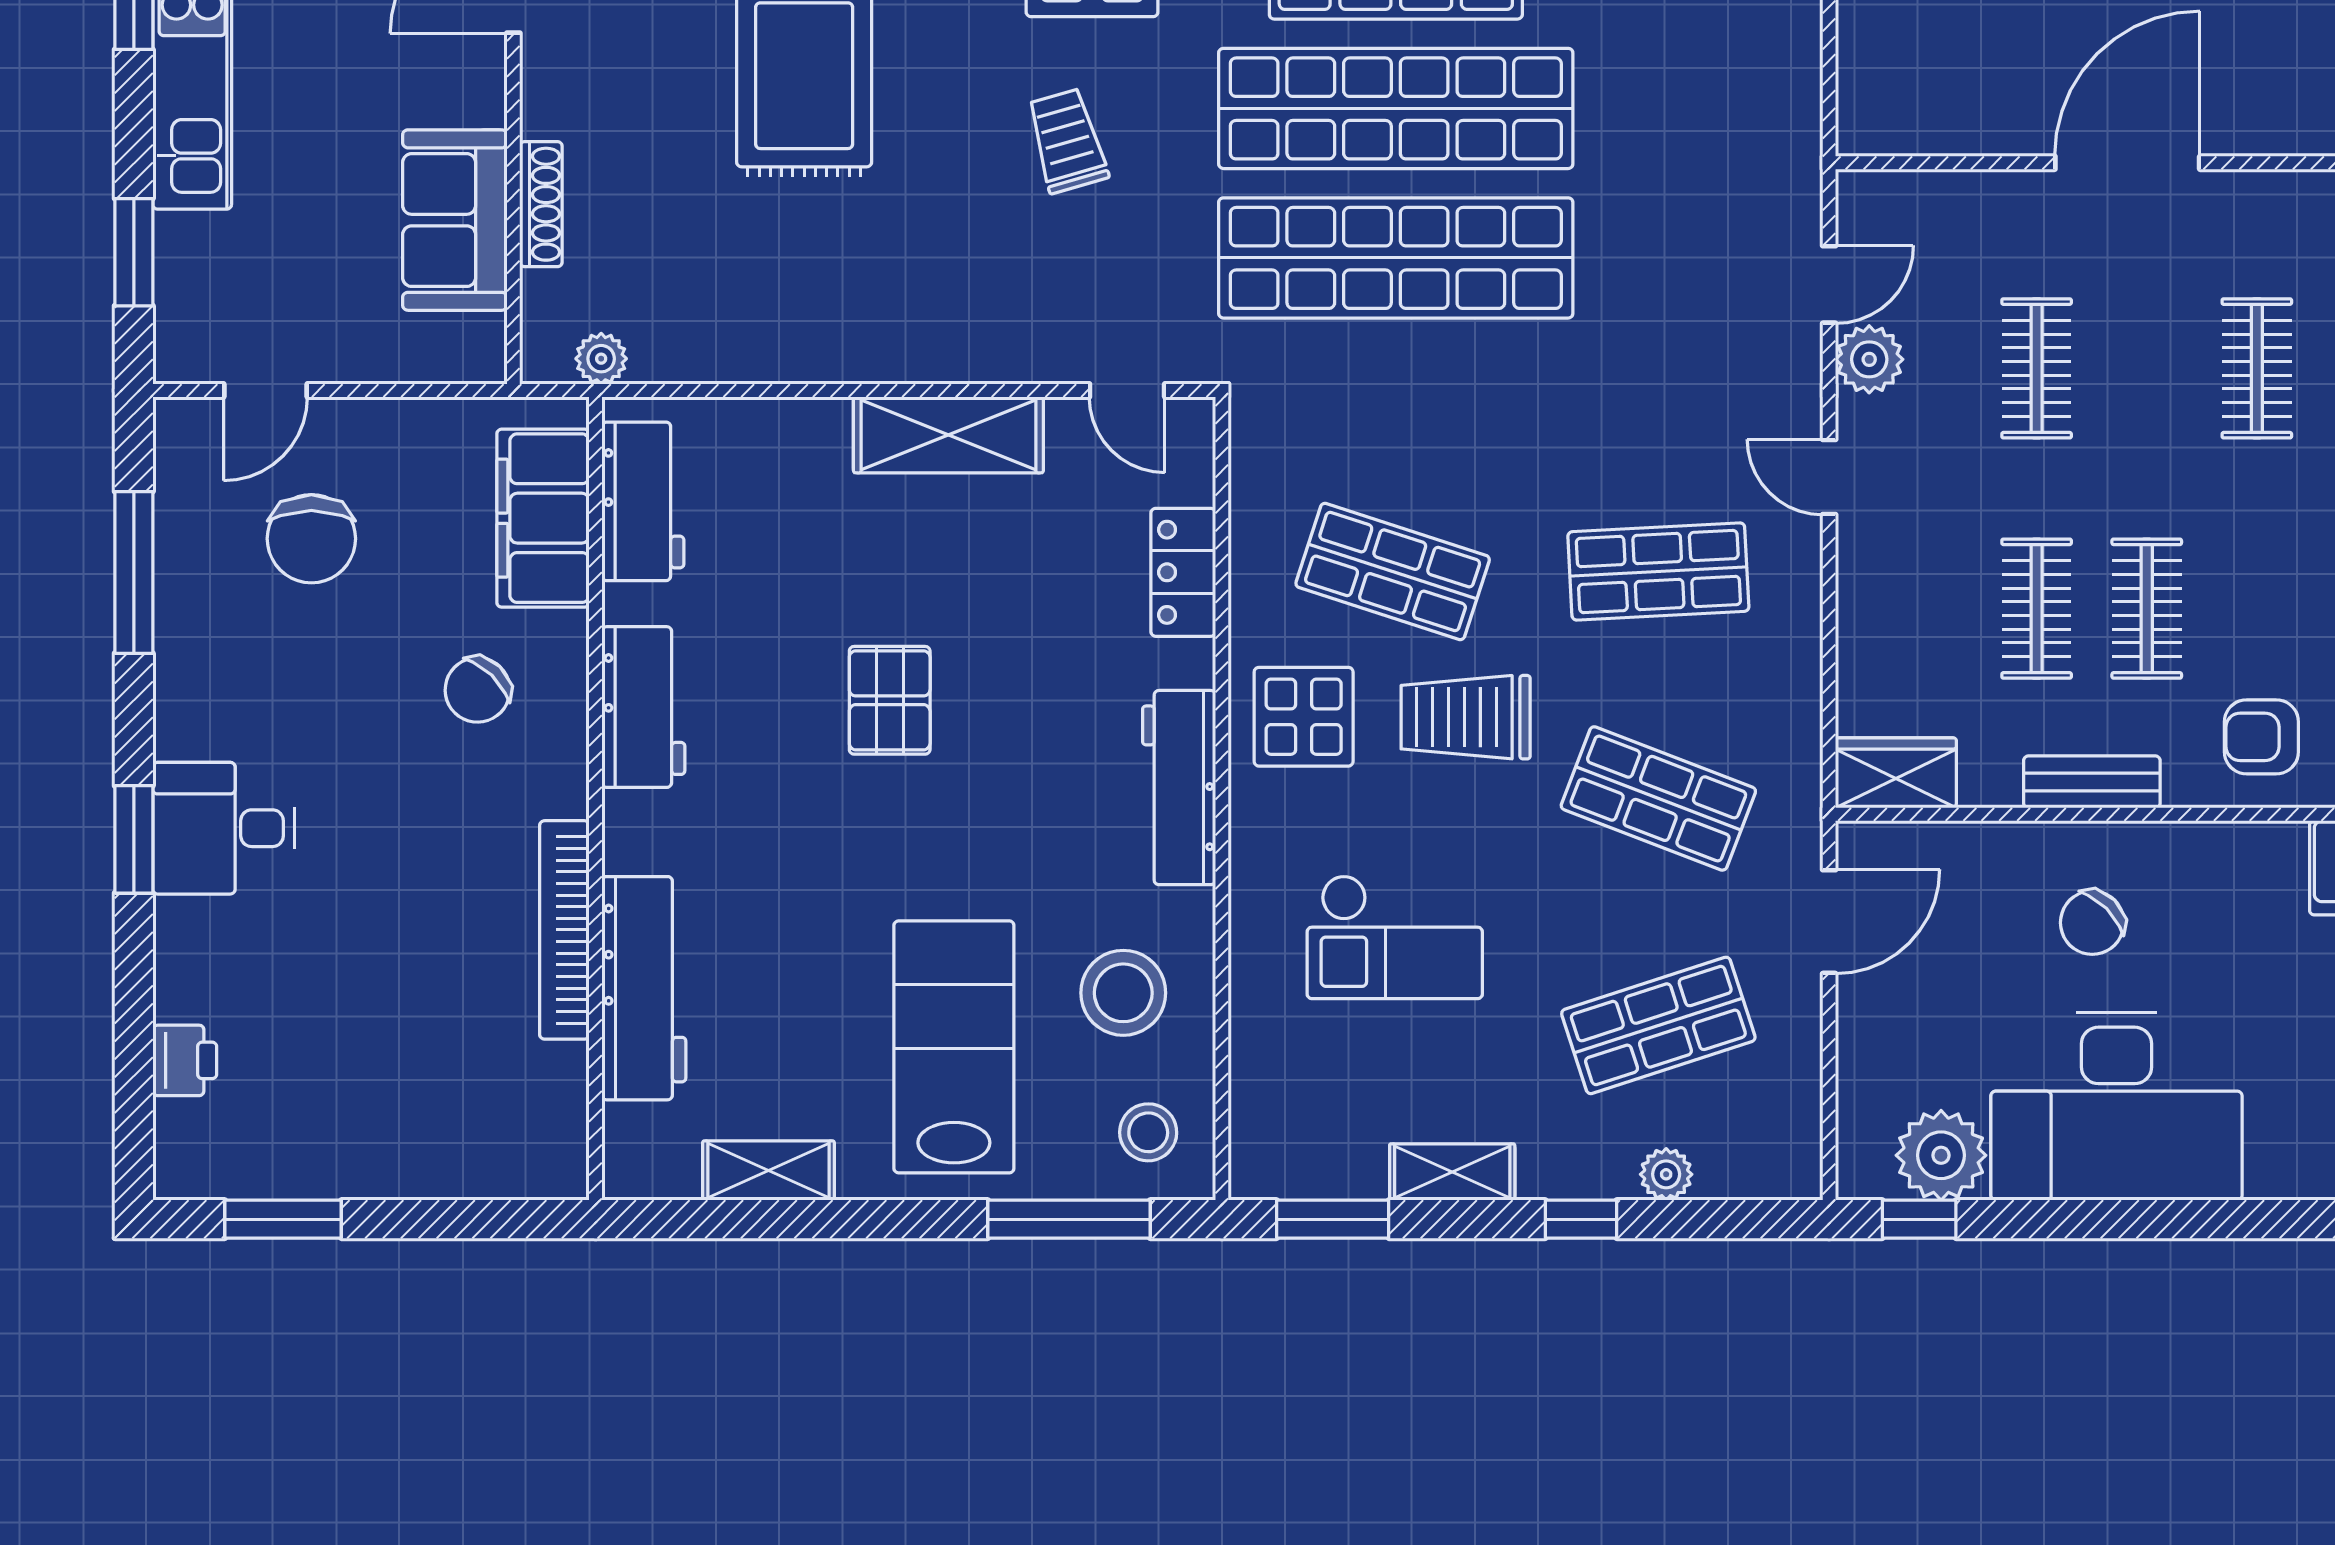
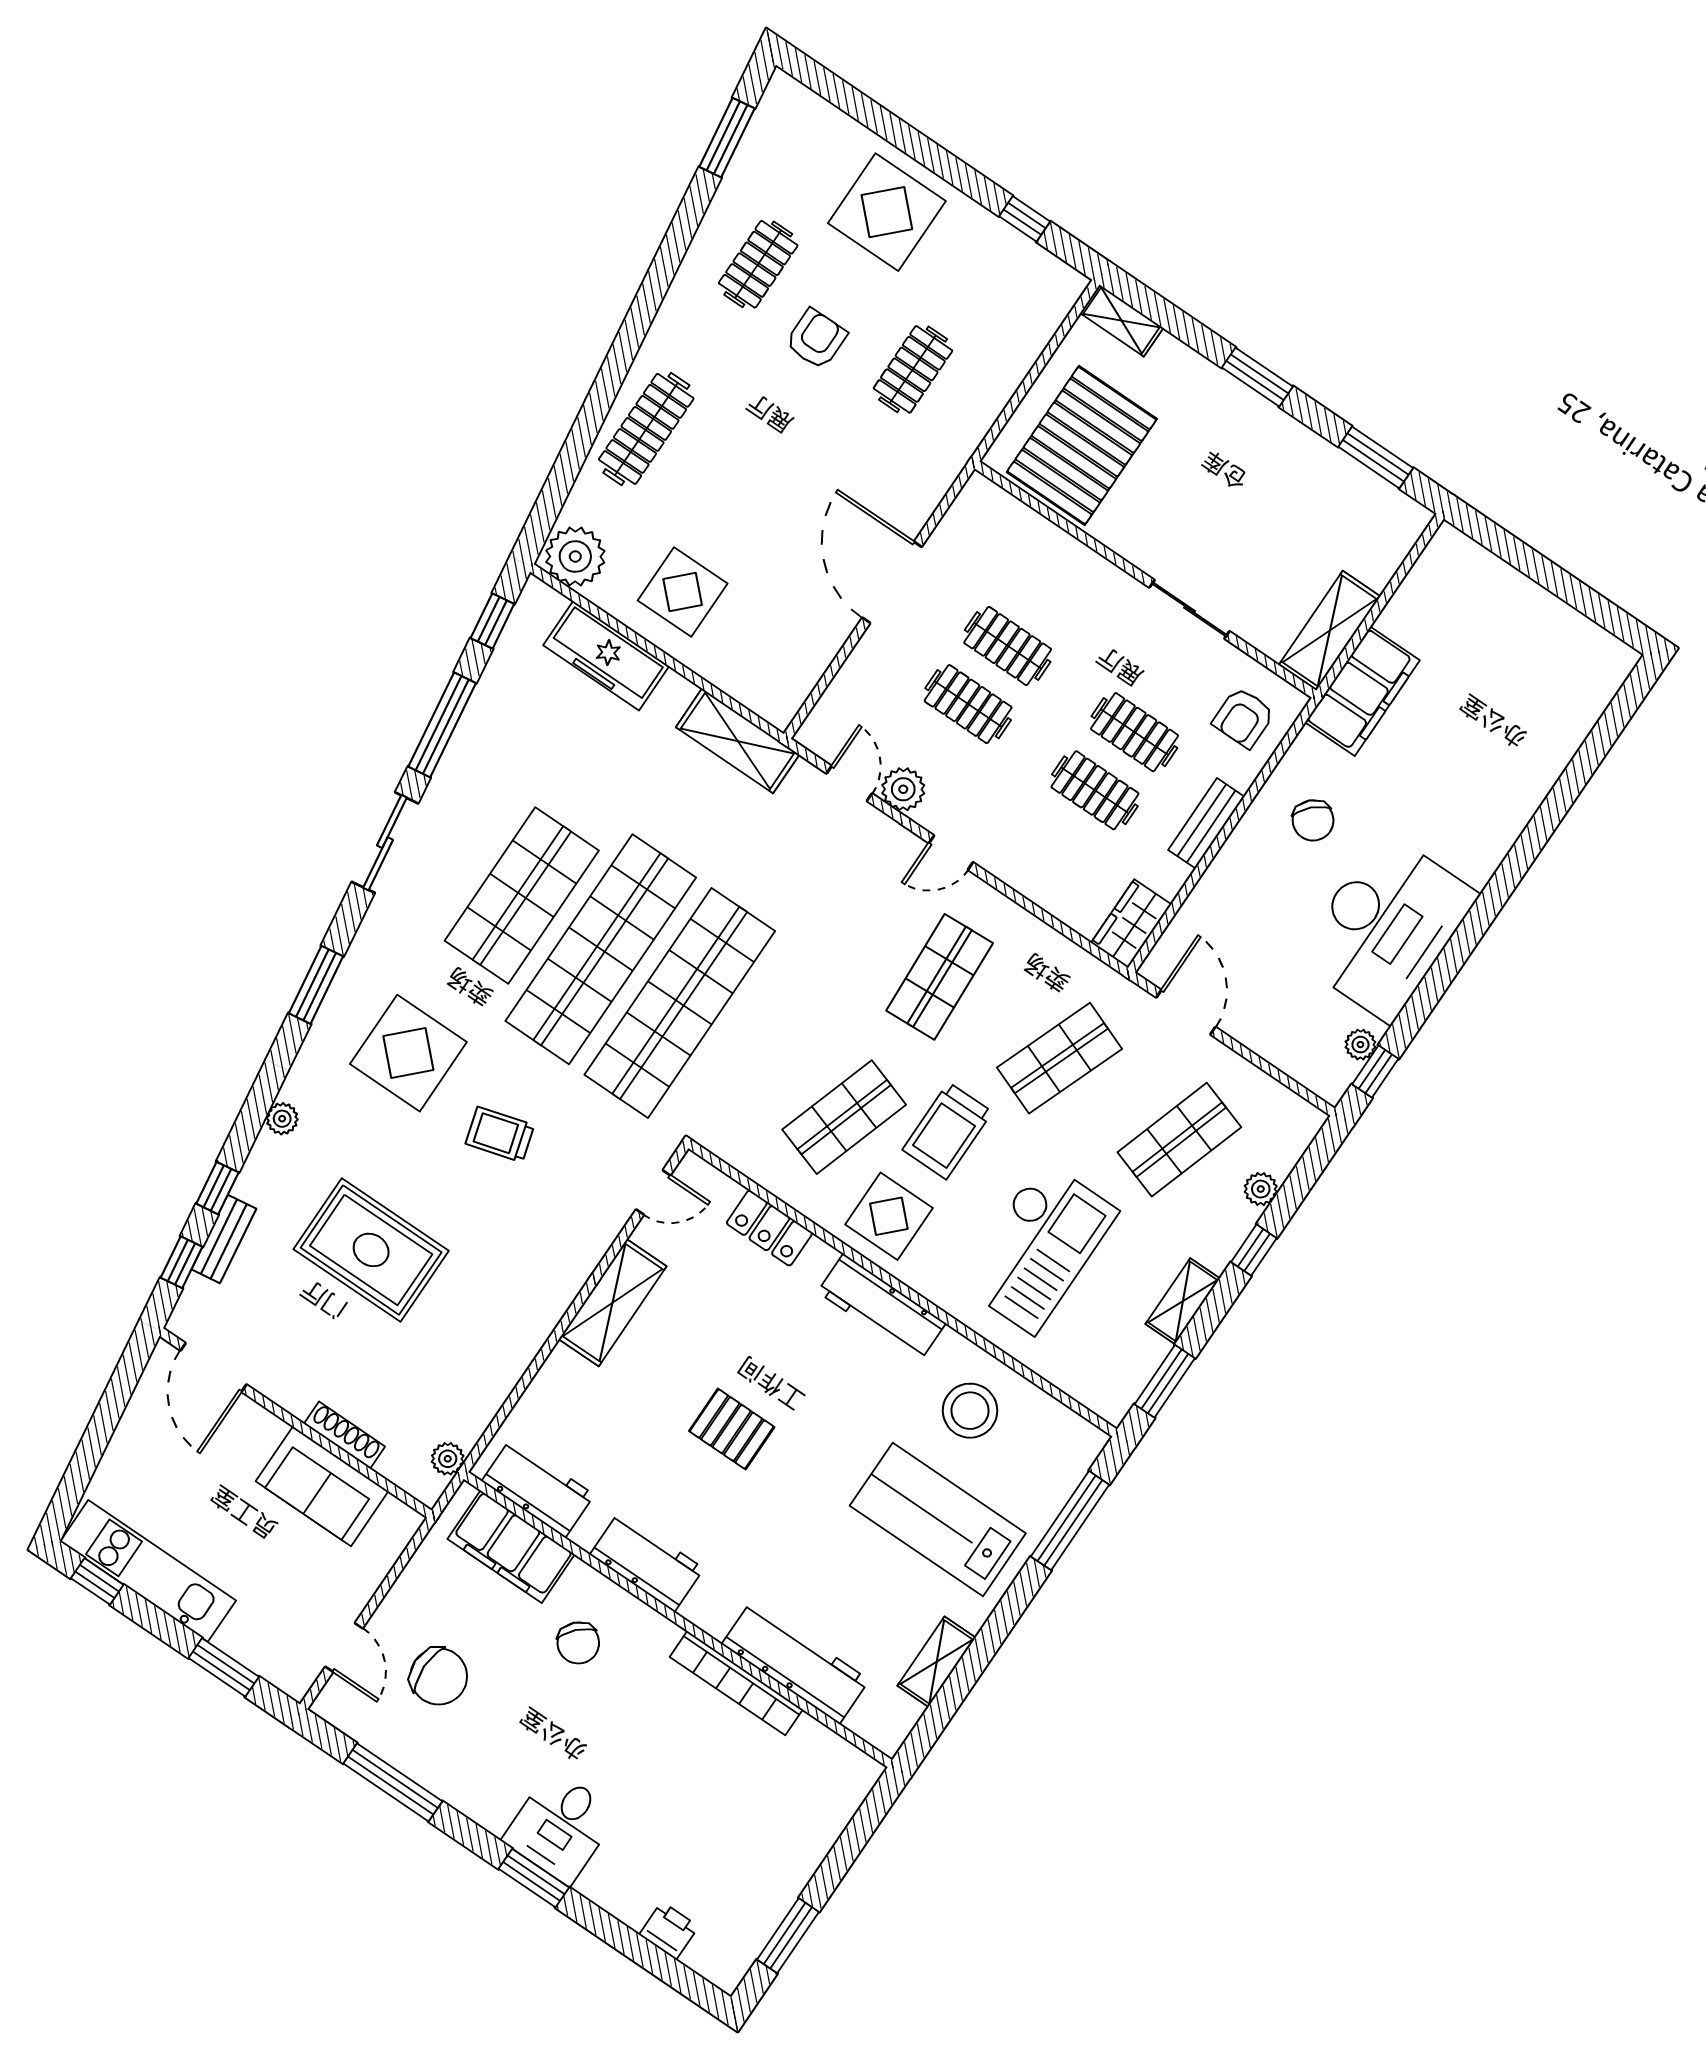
shelving: (1786, 102) -> (738, 741), added
clothes rail: (2257, 368) -> (1008, 646), moved
chair: (2092, 923) -> (1313, 820), moved
checkout: (1395, 937) -> (1038, 1247), width x1.36, depth x1.21
shop shelf: (1658, 1025) -> (1179, 1140), turned 36
stool: (1148, 1132) -> (1053, 1448), removed
plant: (1941, 1155) -> (1360, 1045), width x0.53, depth x0.53

